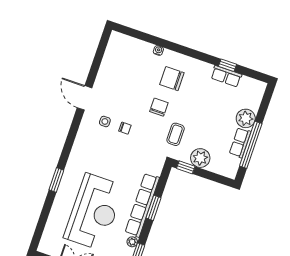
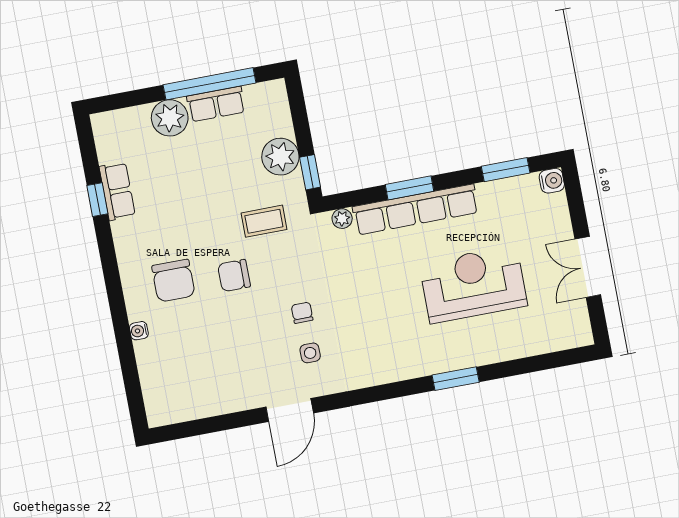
reception desk: (94, 212) -> (473, 284), width x0.74, depth x0.77
plant: (132, 242) -> (342, 219), moved

